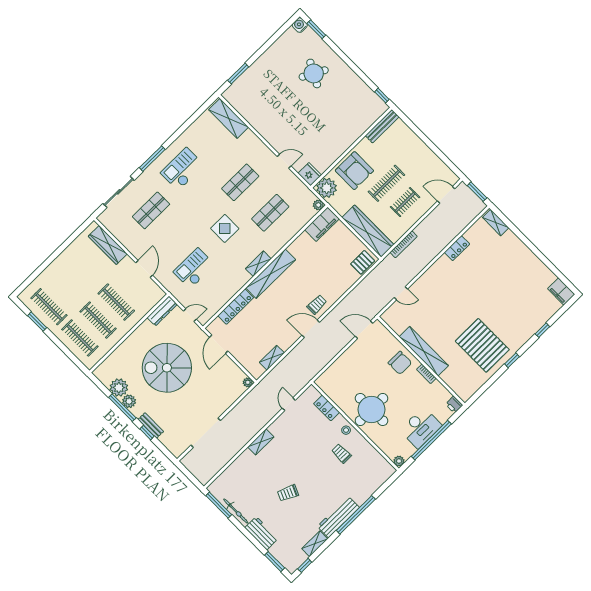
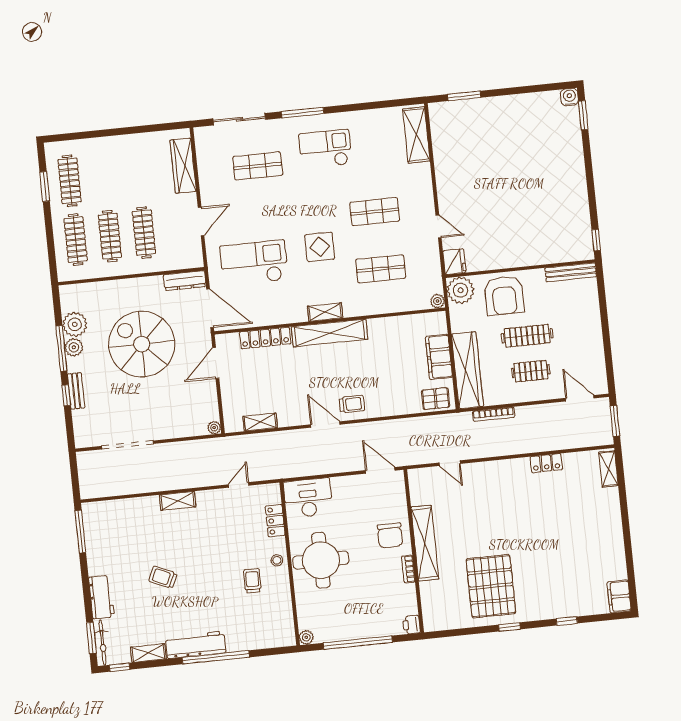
round table: (314, 73) -> (543, 159), removed
filing cabinet: (322, 224) -> (439, 357), moved, turned 90
checkout: (194, 268) -> (254, 263), width x1.36, depth x1.21
door: (190, 315) -> (210, 308), width x1.87
desk: (421, 428) -> (308, 498), moved, turned 180
bicycle: (236, 511) -> (103, 643), moved

